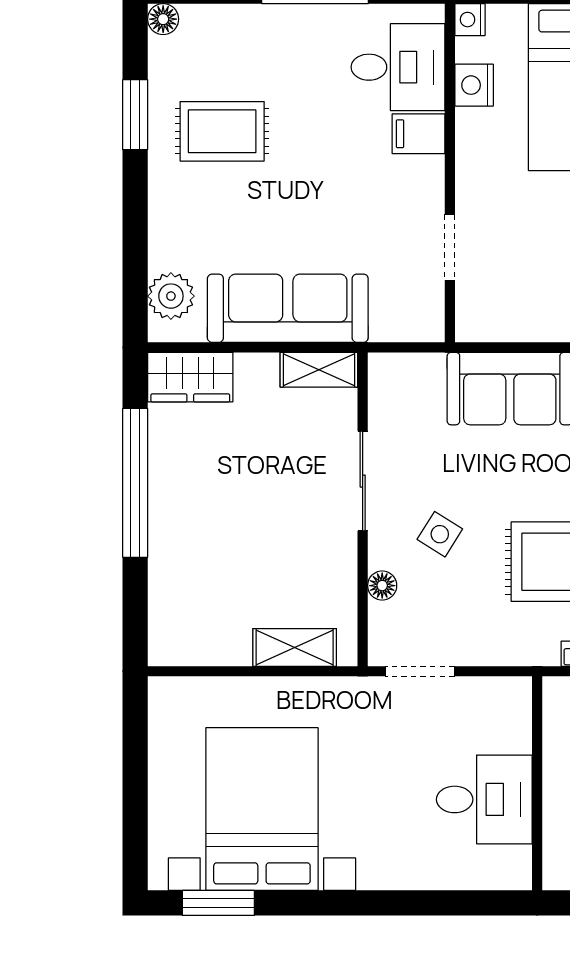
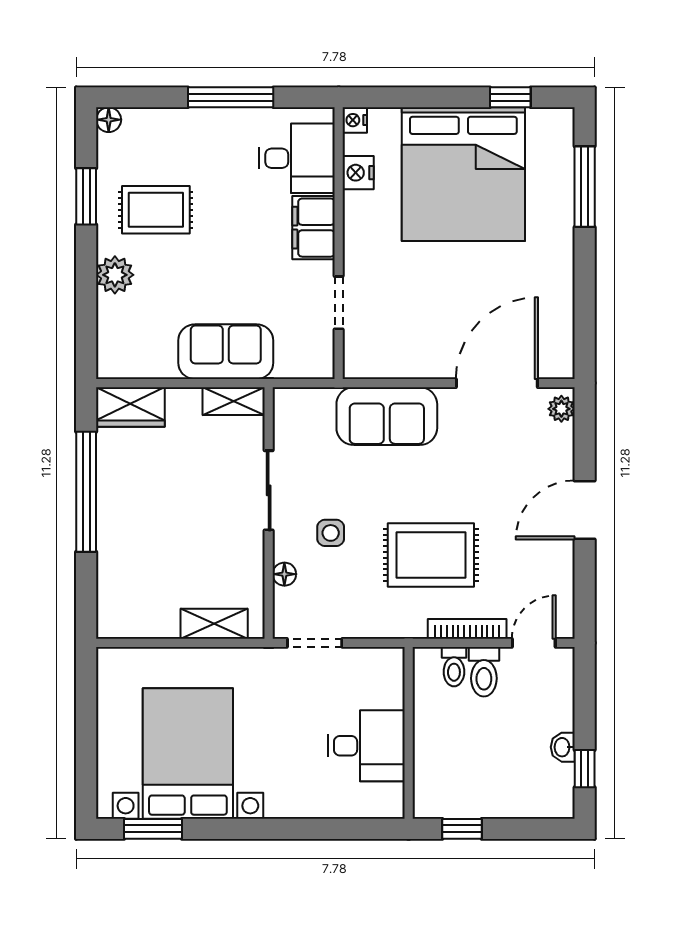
filing cabinet: (418, 134) -> (314, 228), width x2.00
plant: (171, 296) -> (115, 275), moved
sofa: (288, 308) -> (226, 352), width x0.73
side table: (440, 534) -> (331, 533), turned -32

